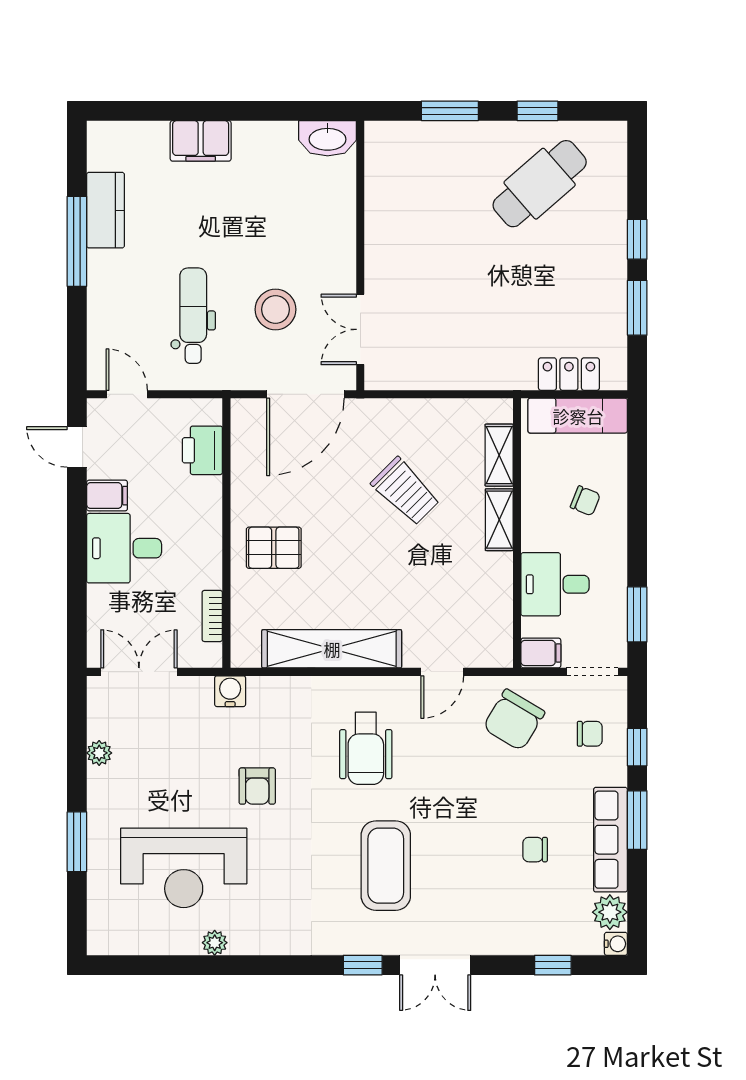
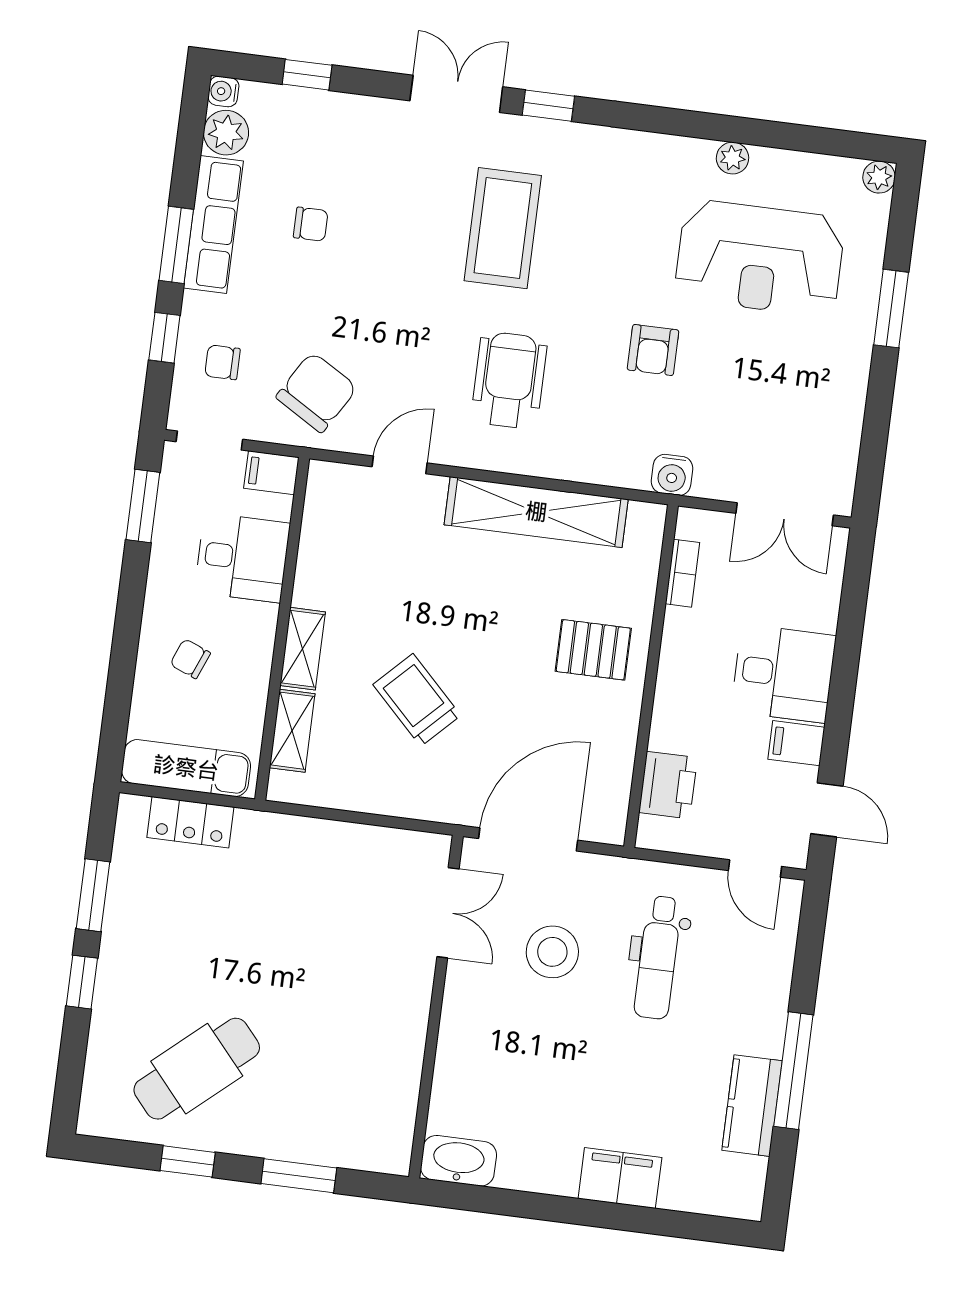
plant: (99, 753) -> (879, 177), moved
armchair: (257, 786) -> (653, 350), turned 180
reception desk: (184, 868) -> (760, 258), turned 180

